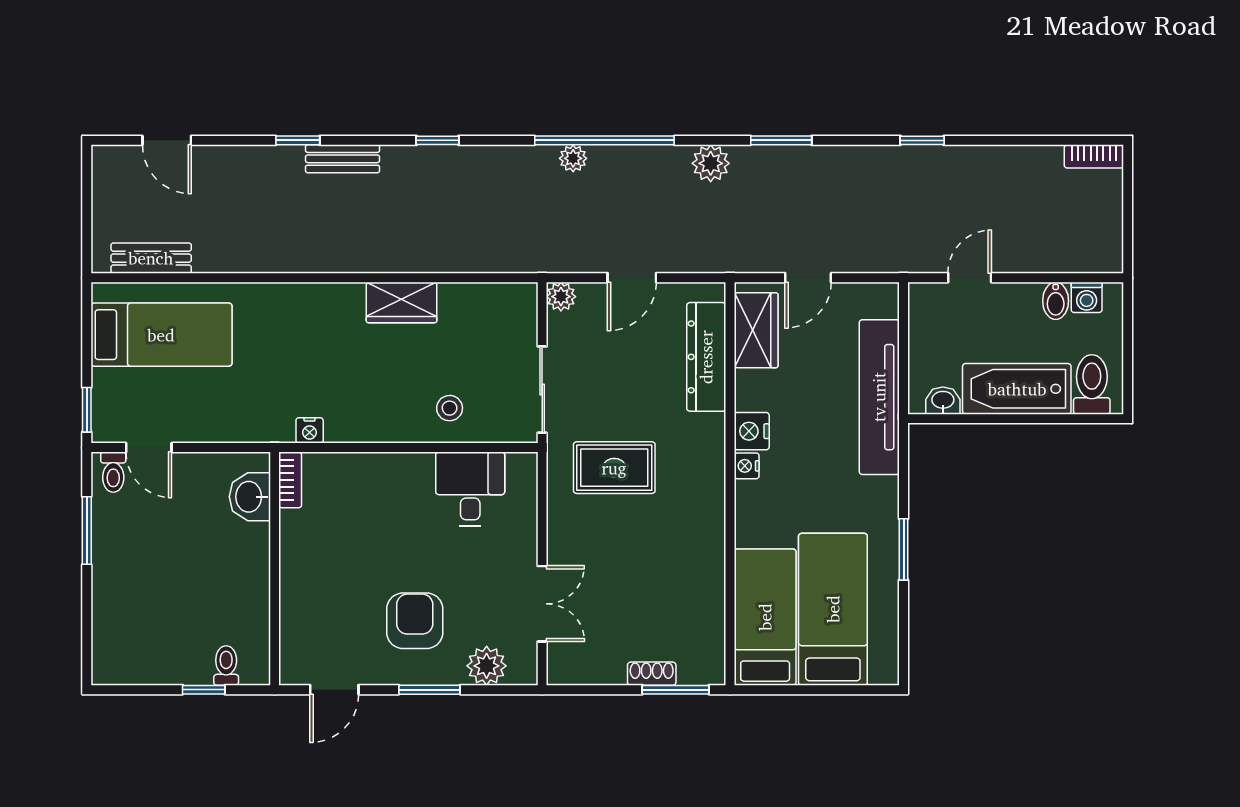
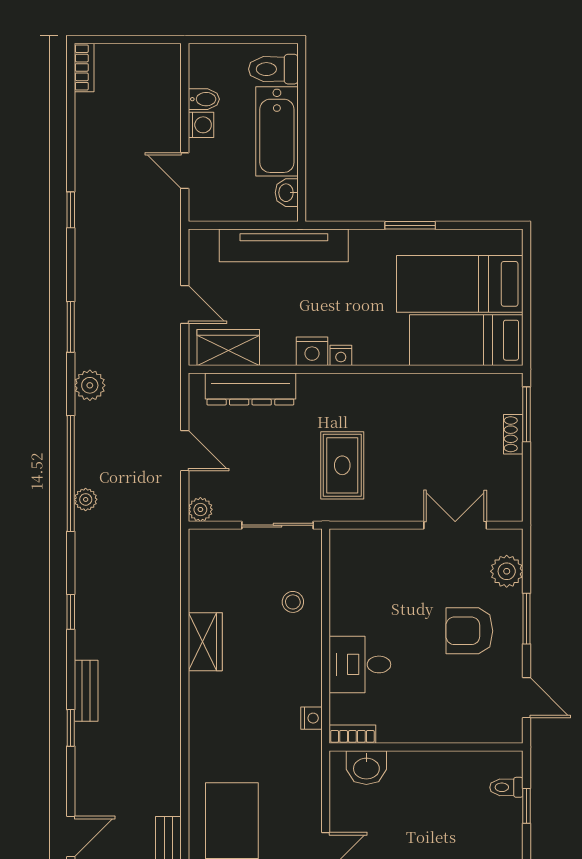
washing machine: (1087, 297) -> (201, 125), moved
desk: (470, 489) -> (360, 664), moved

